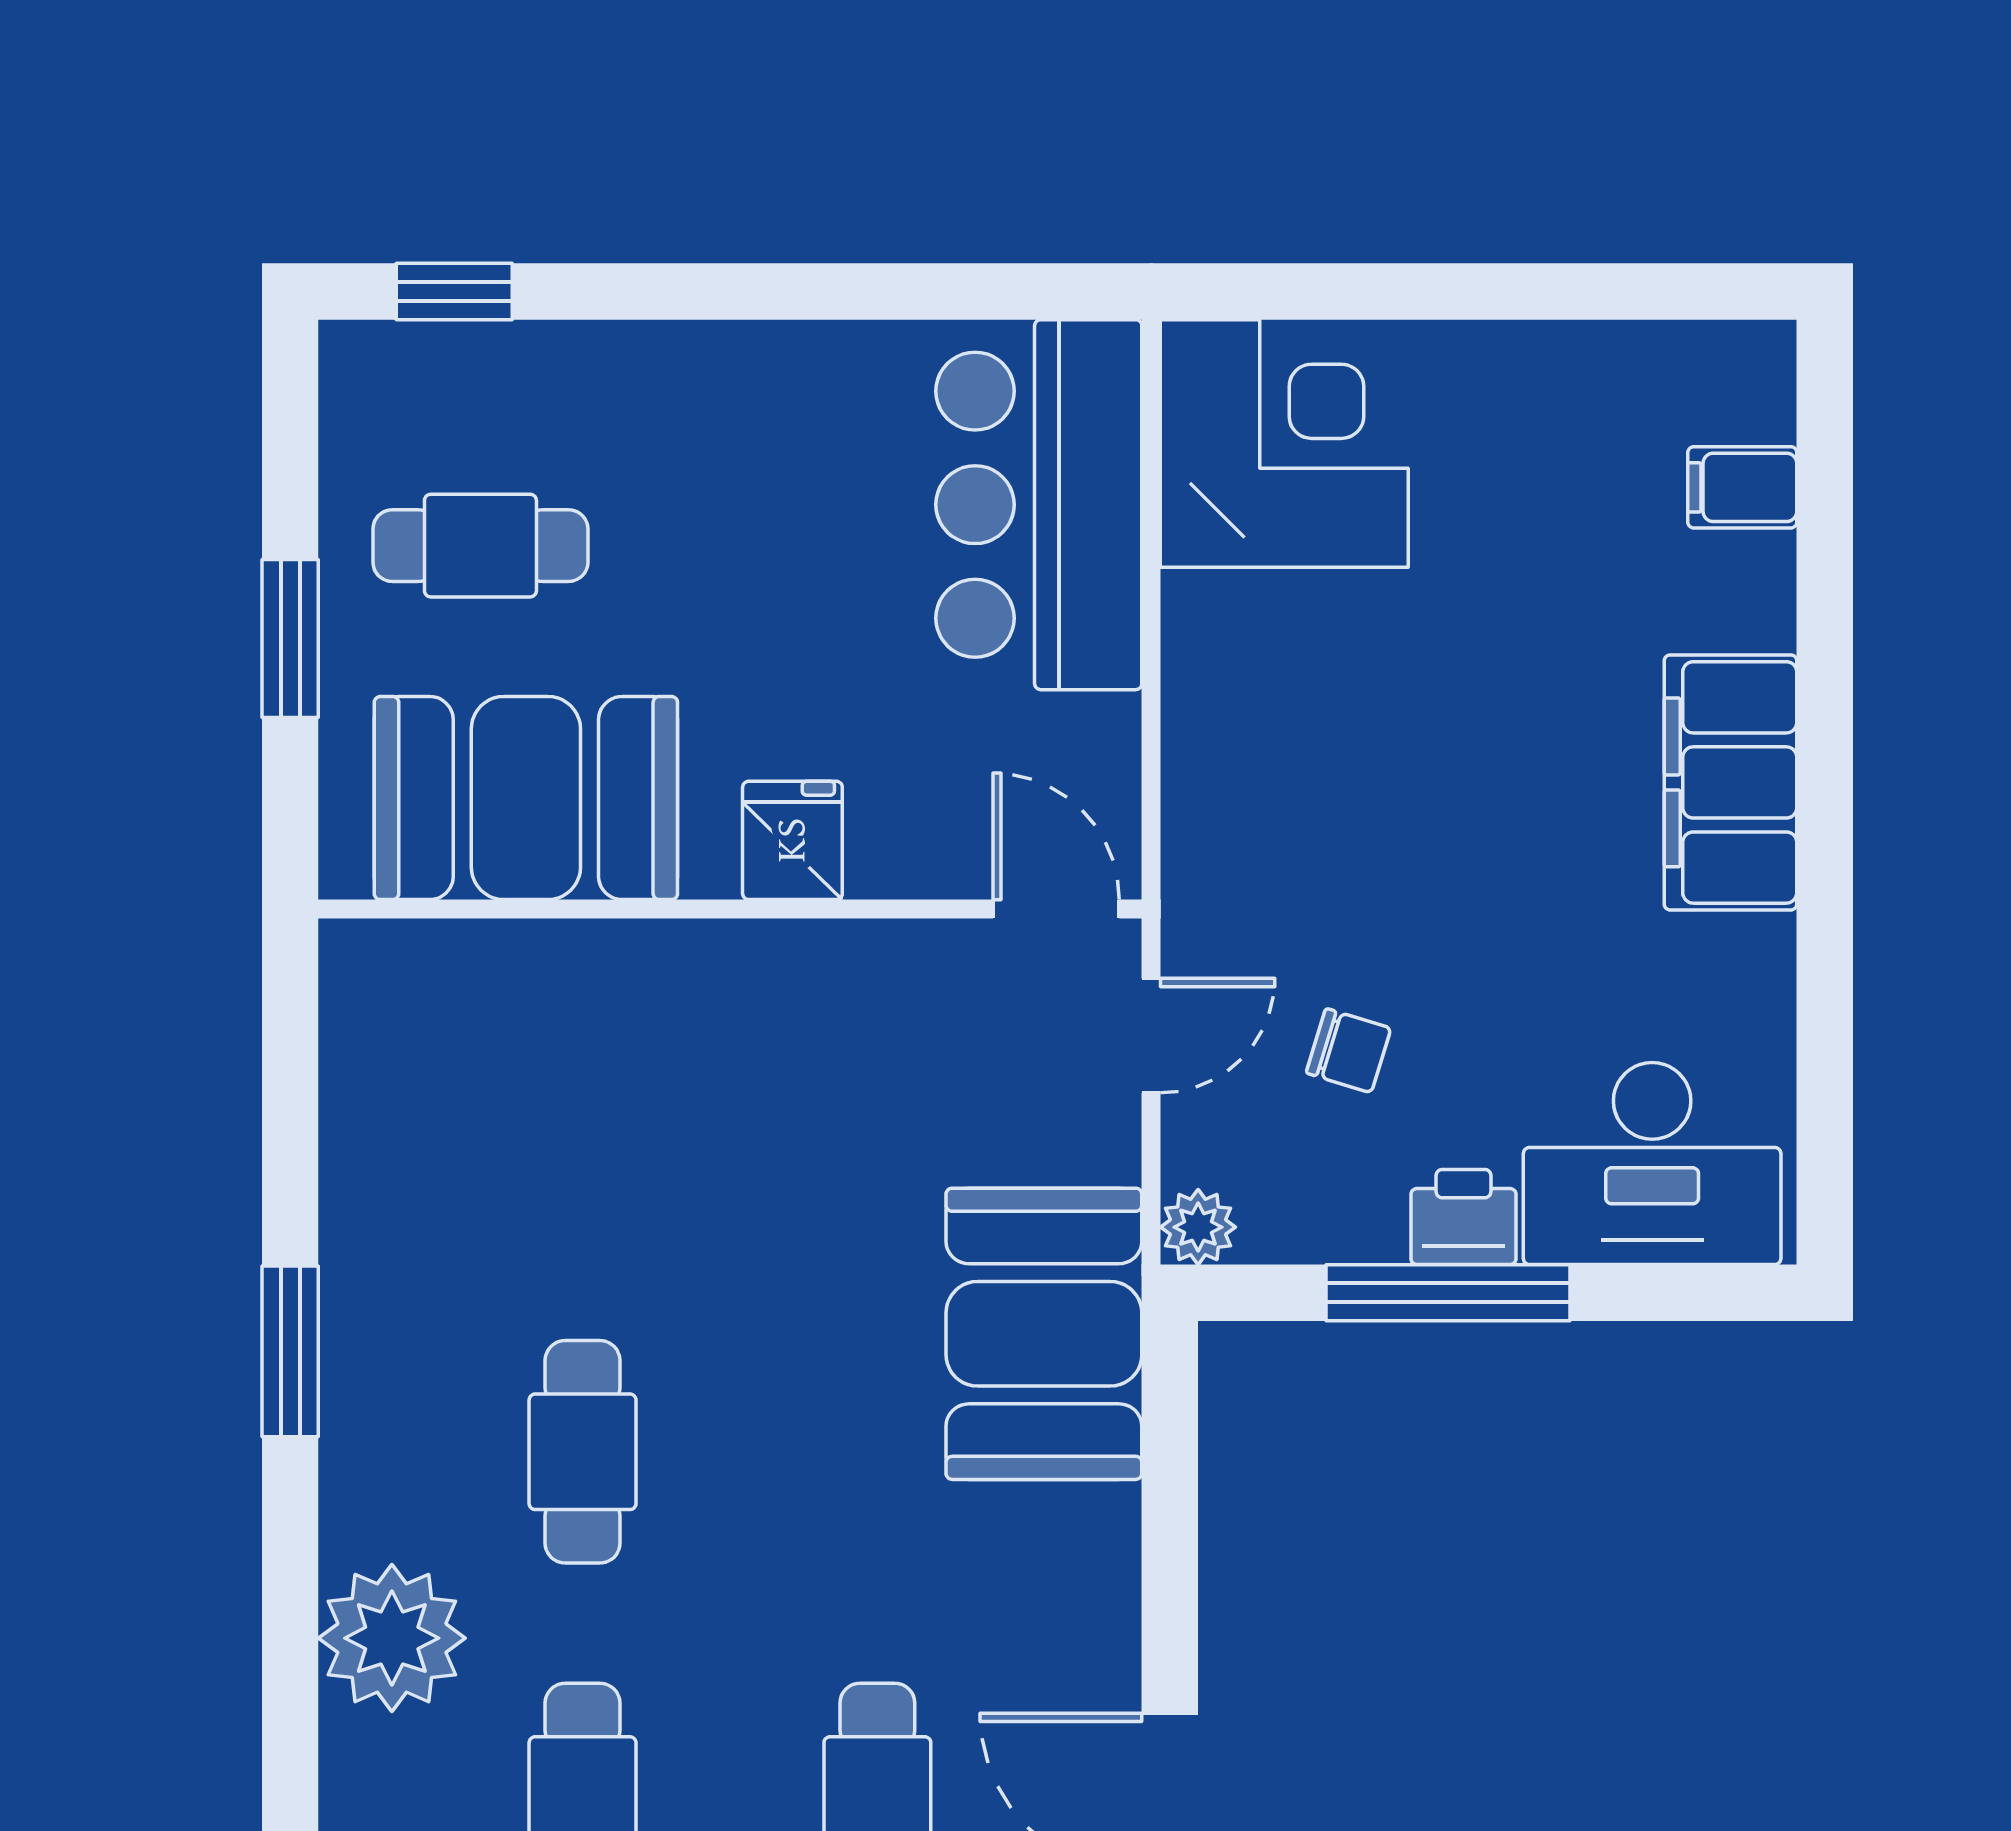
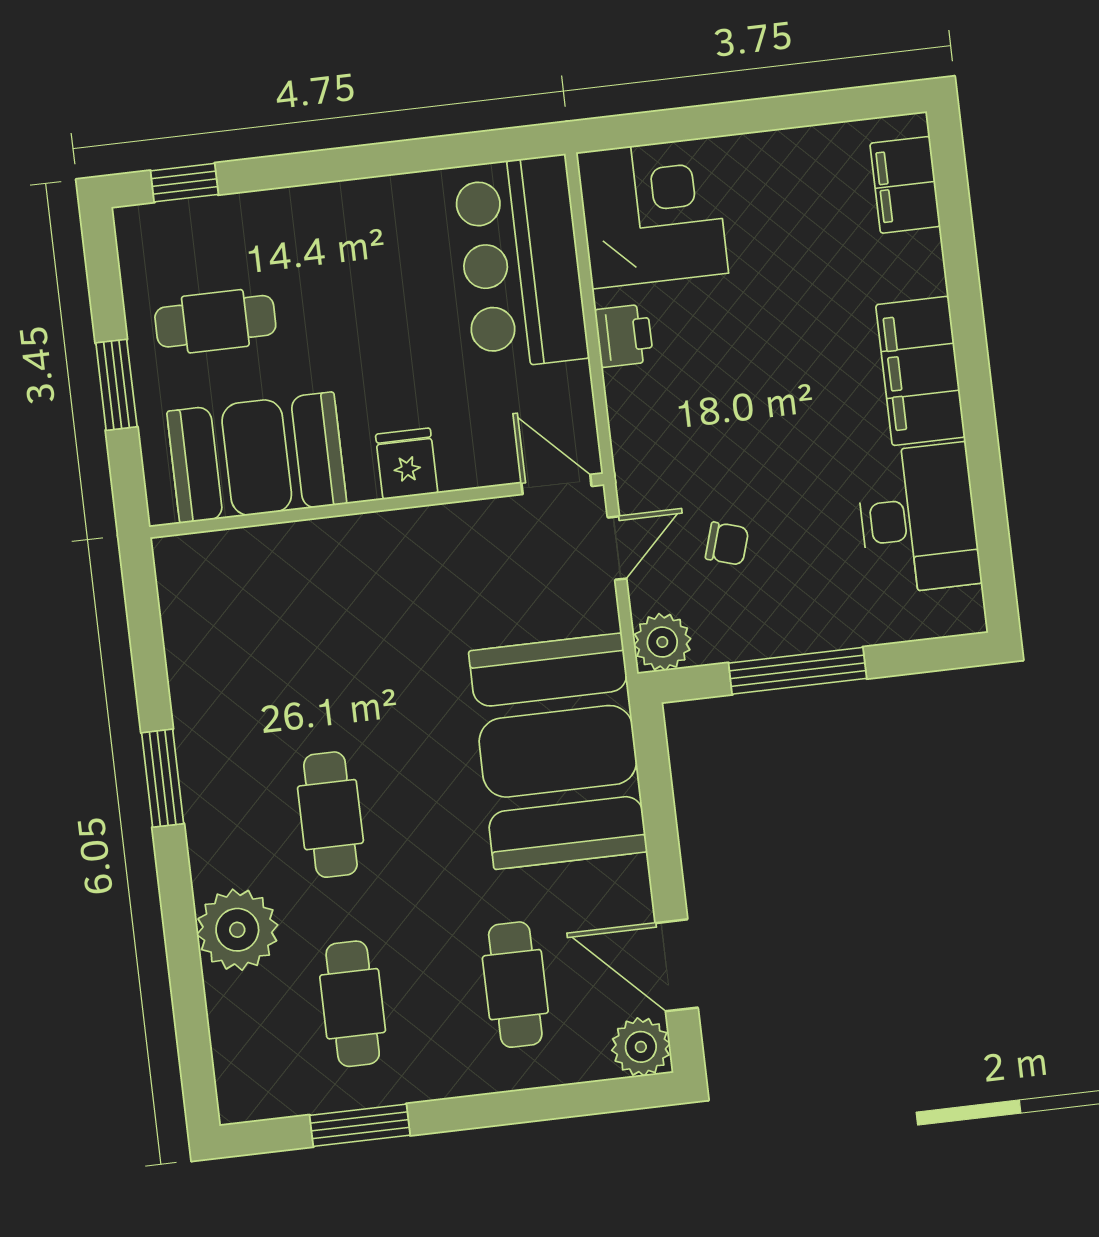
filing cabinet: (1742, 487) -> (905, 185), width x2.00
desk: (1652, 1164) -> (918, 519), moved, turned -90
printer: (1464, 1217) -> (624, 336), moved, turned 90
plant: (1198, 1227) -> (662, 642), width x1.38, depth x1.38
booth: (1044, 1334) -> (558, 751), width x1.36, depth x1.42

